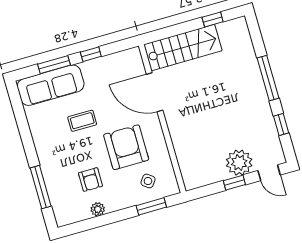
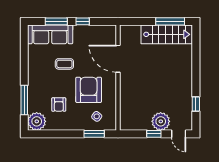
window: (213, 20) -> (170, 21), width x2.17
stairs: (183, 48) -> (167, 34), moved
window: (268, 78) -> (196, 71), removed
plant: (98, 209) -> (37, 121), moved, width x1.88, depth x1.88

